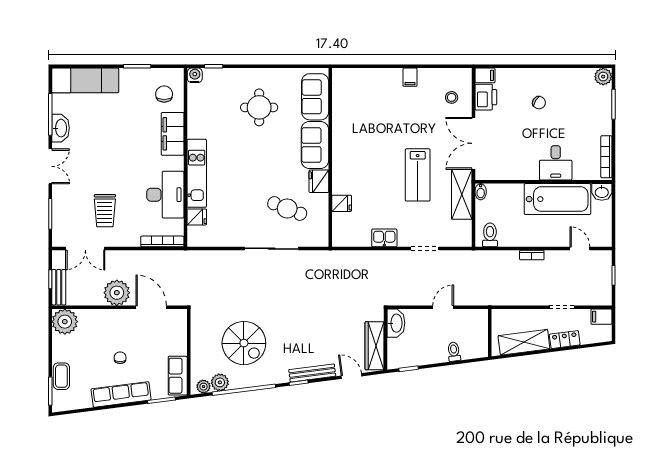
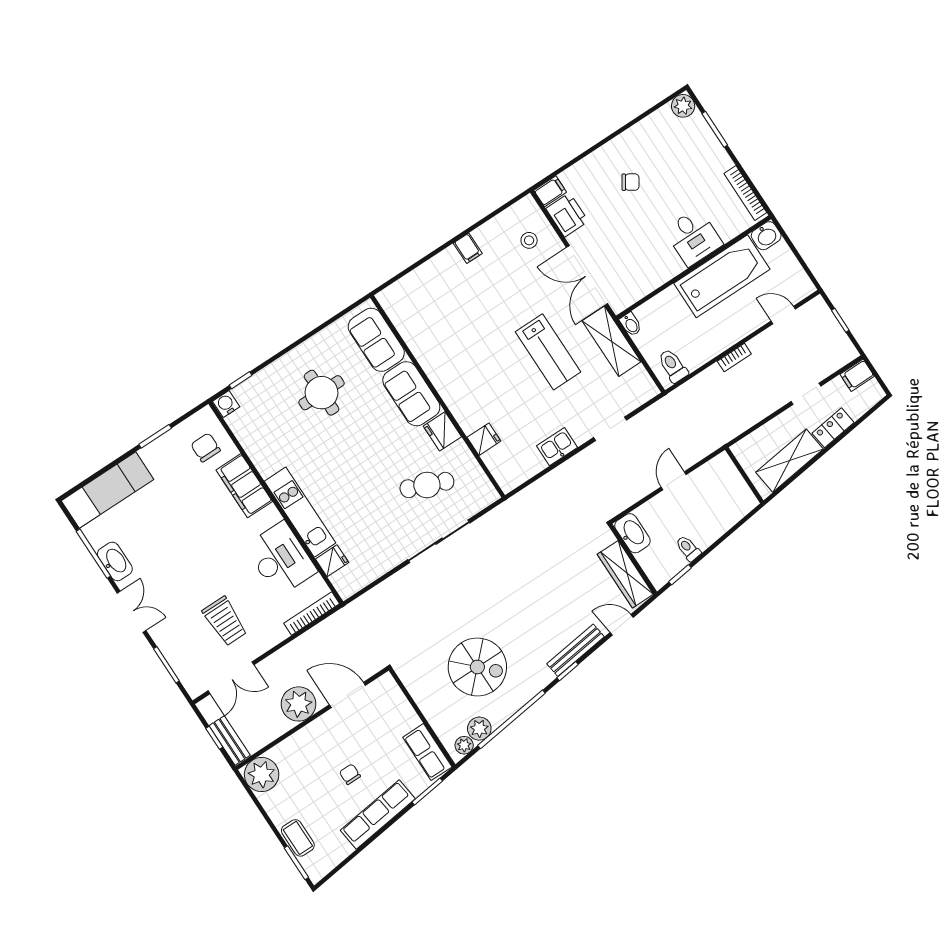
toilet: (454, 352) -> (688, 548), moved

